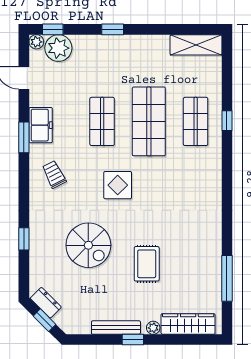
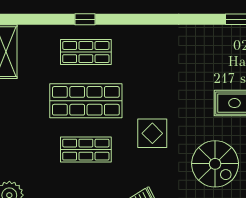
spiral stairs: (88, 245) -> (215, 164), turned 90

